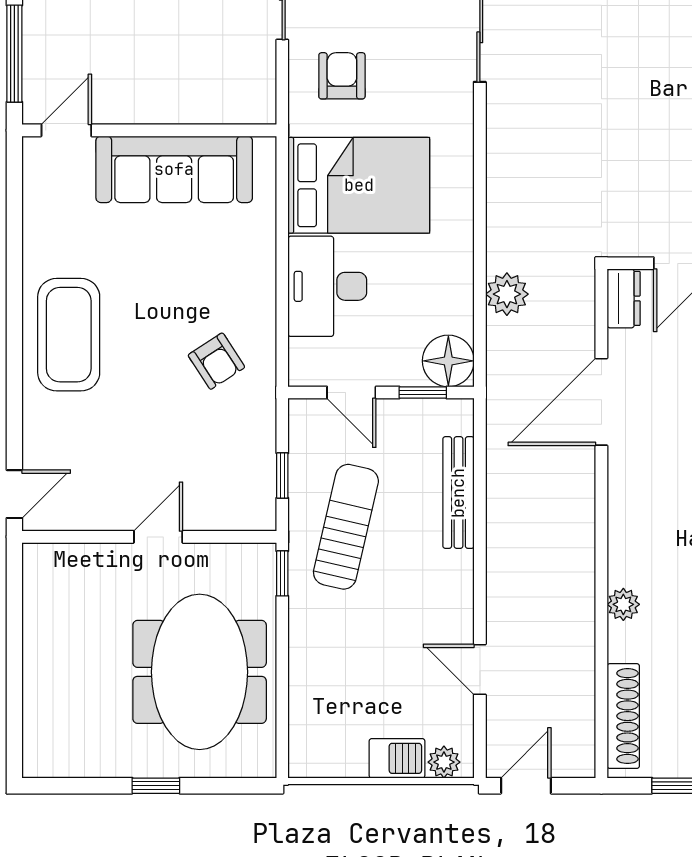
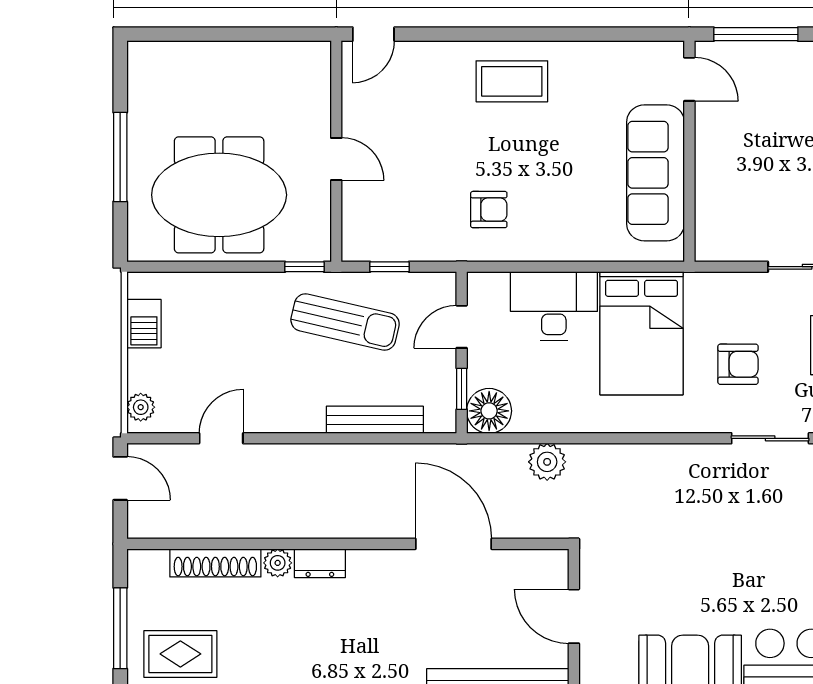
armchair: (342, 76) -> (738, 364), moved
dresser: (624, 298) -> (320, 563), moved
coffee table: (69, 335) -> (512, 81), width x0.73, depth x0.76
armchair: (216, 361) -> (489, 210), turned -147
door: (14, 494) -> (373, 34), hinge flipped
shoe rack: (623, 716) -> (215, 563), moved
barbecue: (397, 758) -> (144, 324), moved
window: (156, 786) -> (120, 157), width x2.17

